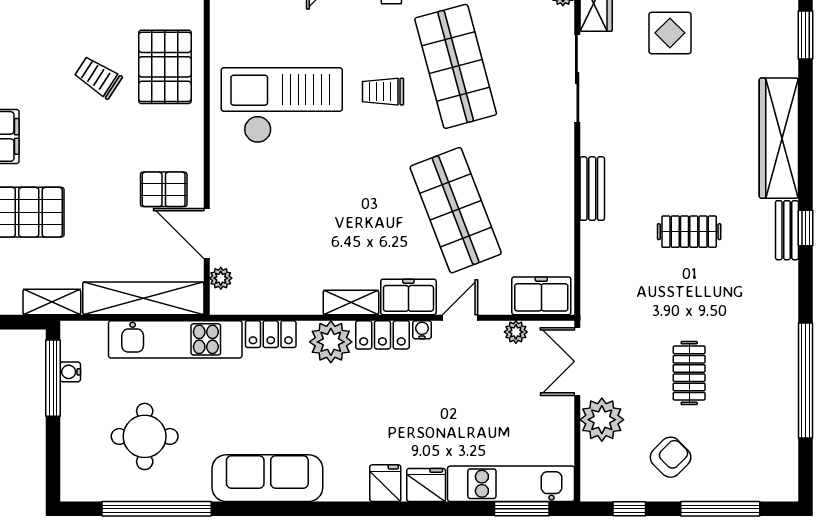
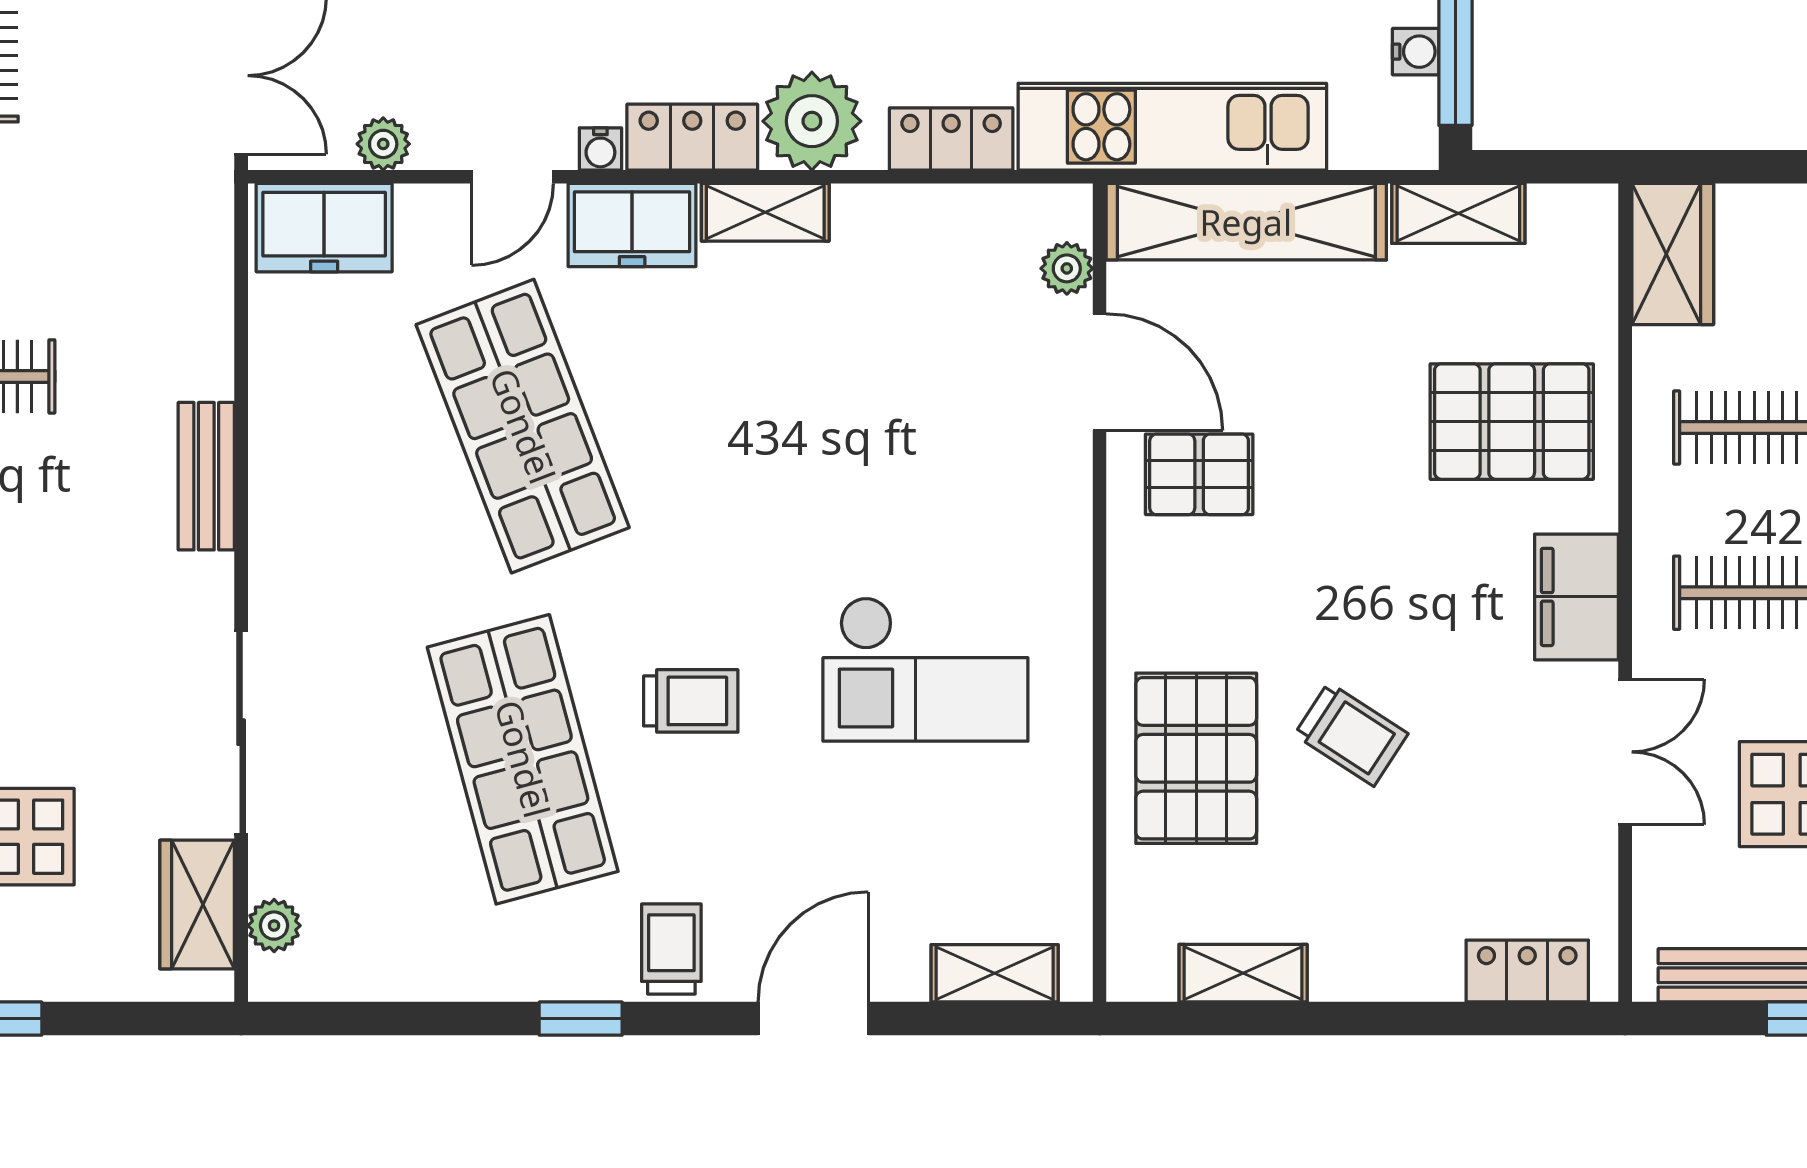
checkout: (282, 105) -> (925, 669), width x0.73, depth x0.83

